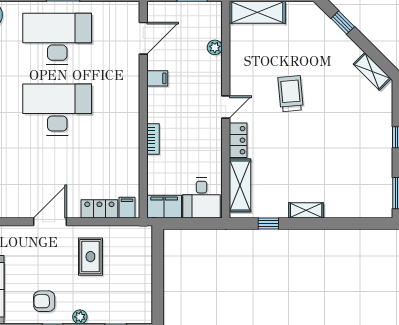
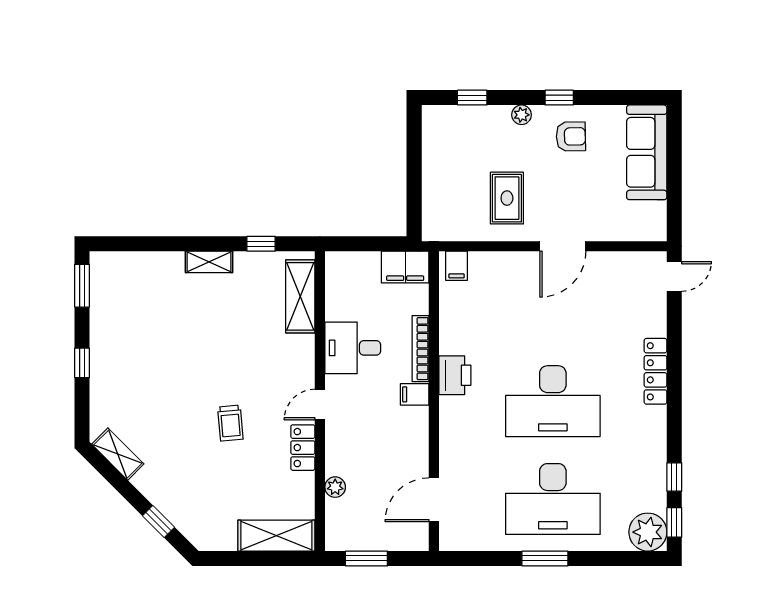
filing cabinet: (157, 78) -> (415, 394), moved
trolley: (291, 94) -> (230, 423), width x0.73, depth x0.72
printer: (128, 128) -> (455, 375), added
bookcase: (153, 139) -> (420, 349), width x1.56
locker: (238, 140) -> (303, 448), moved
desk: (201, 198) -> (353, 348), moved, turned -90
locker: (99, 209) -> (495, 264), removed

